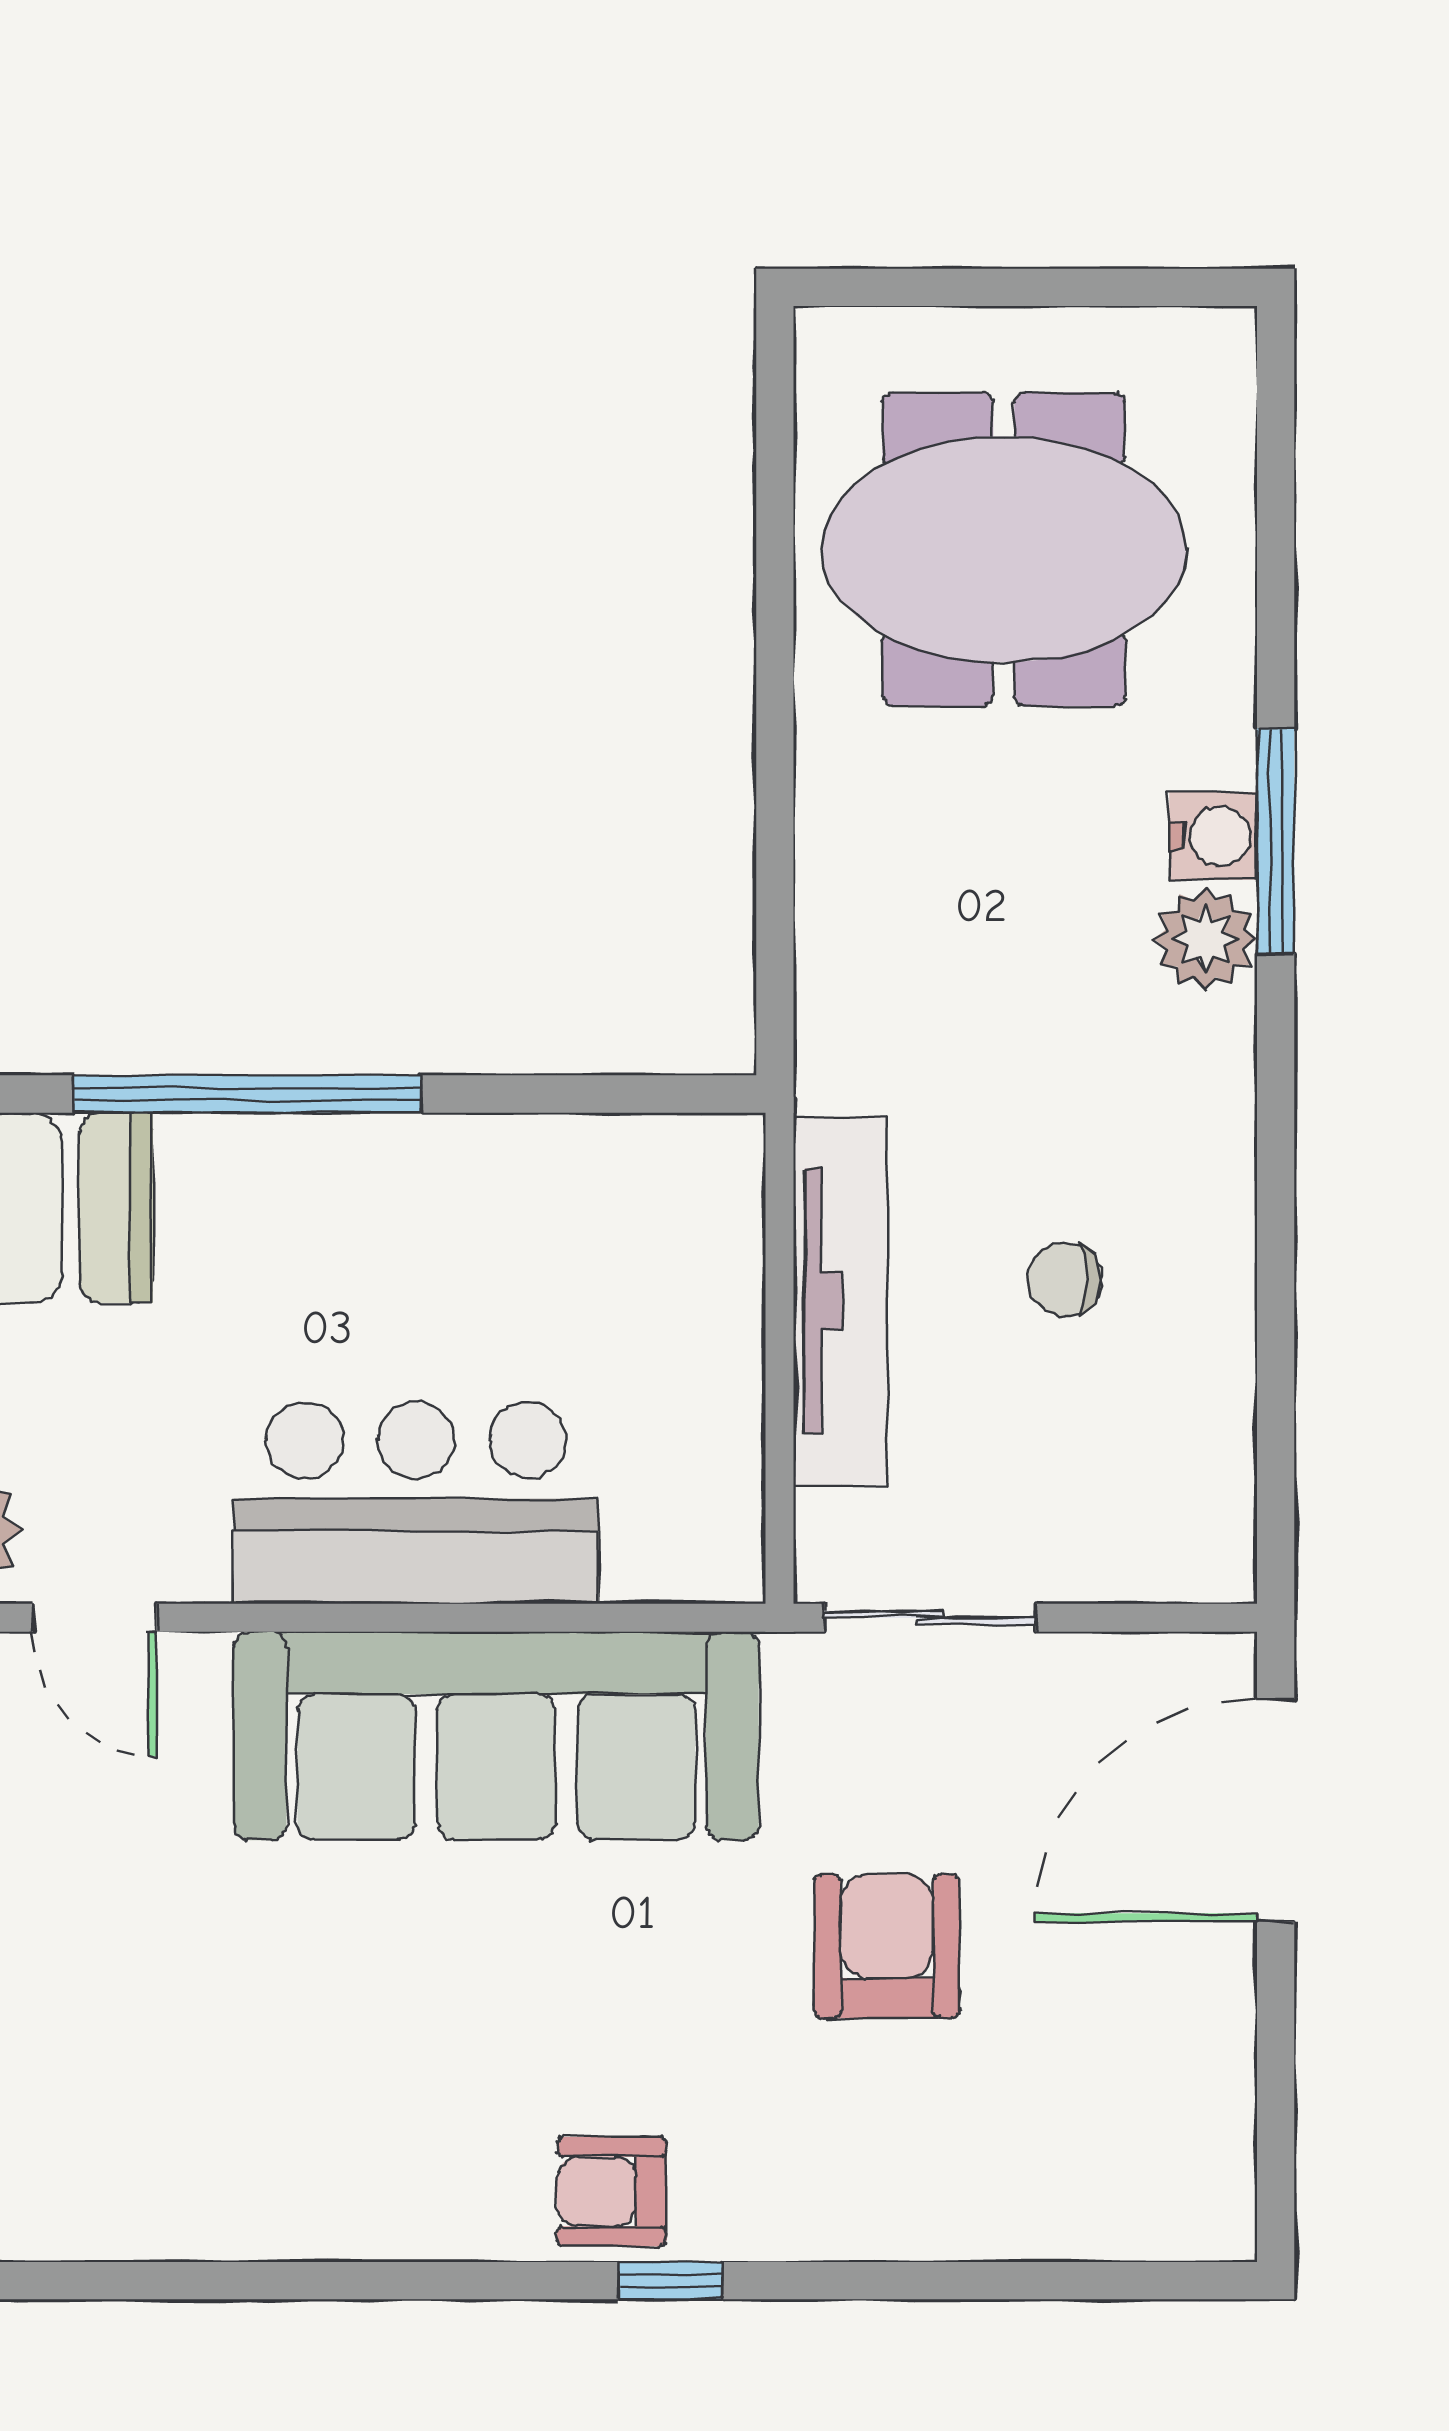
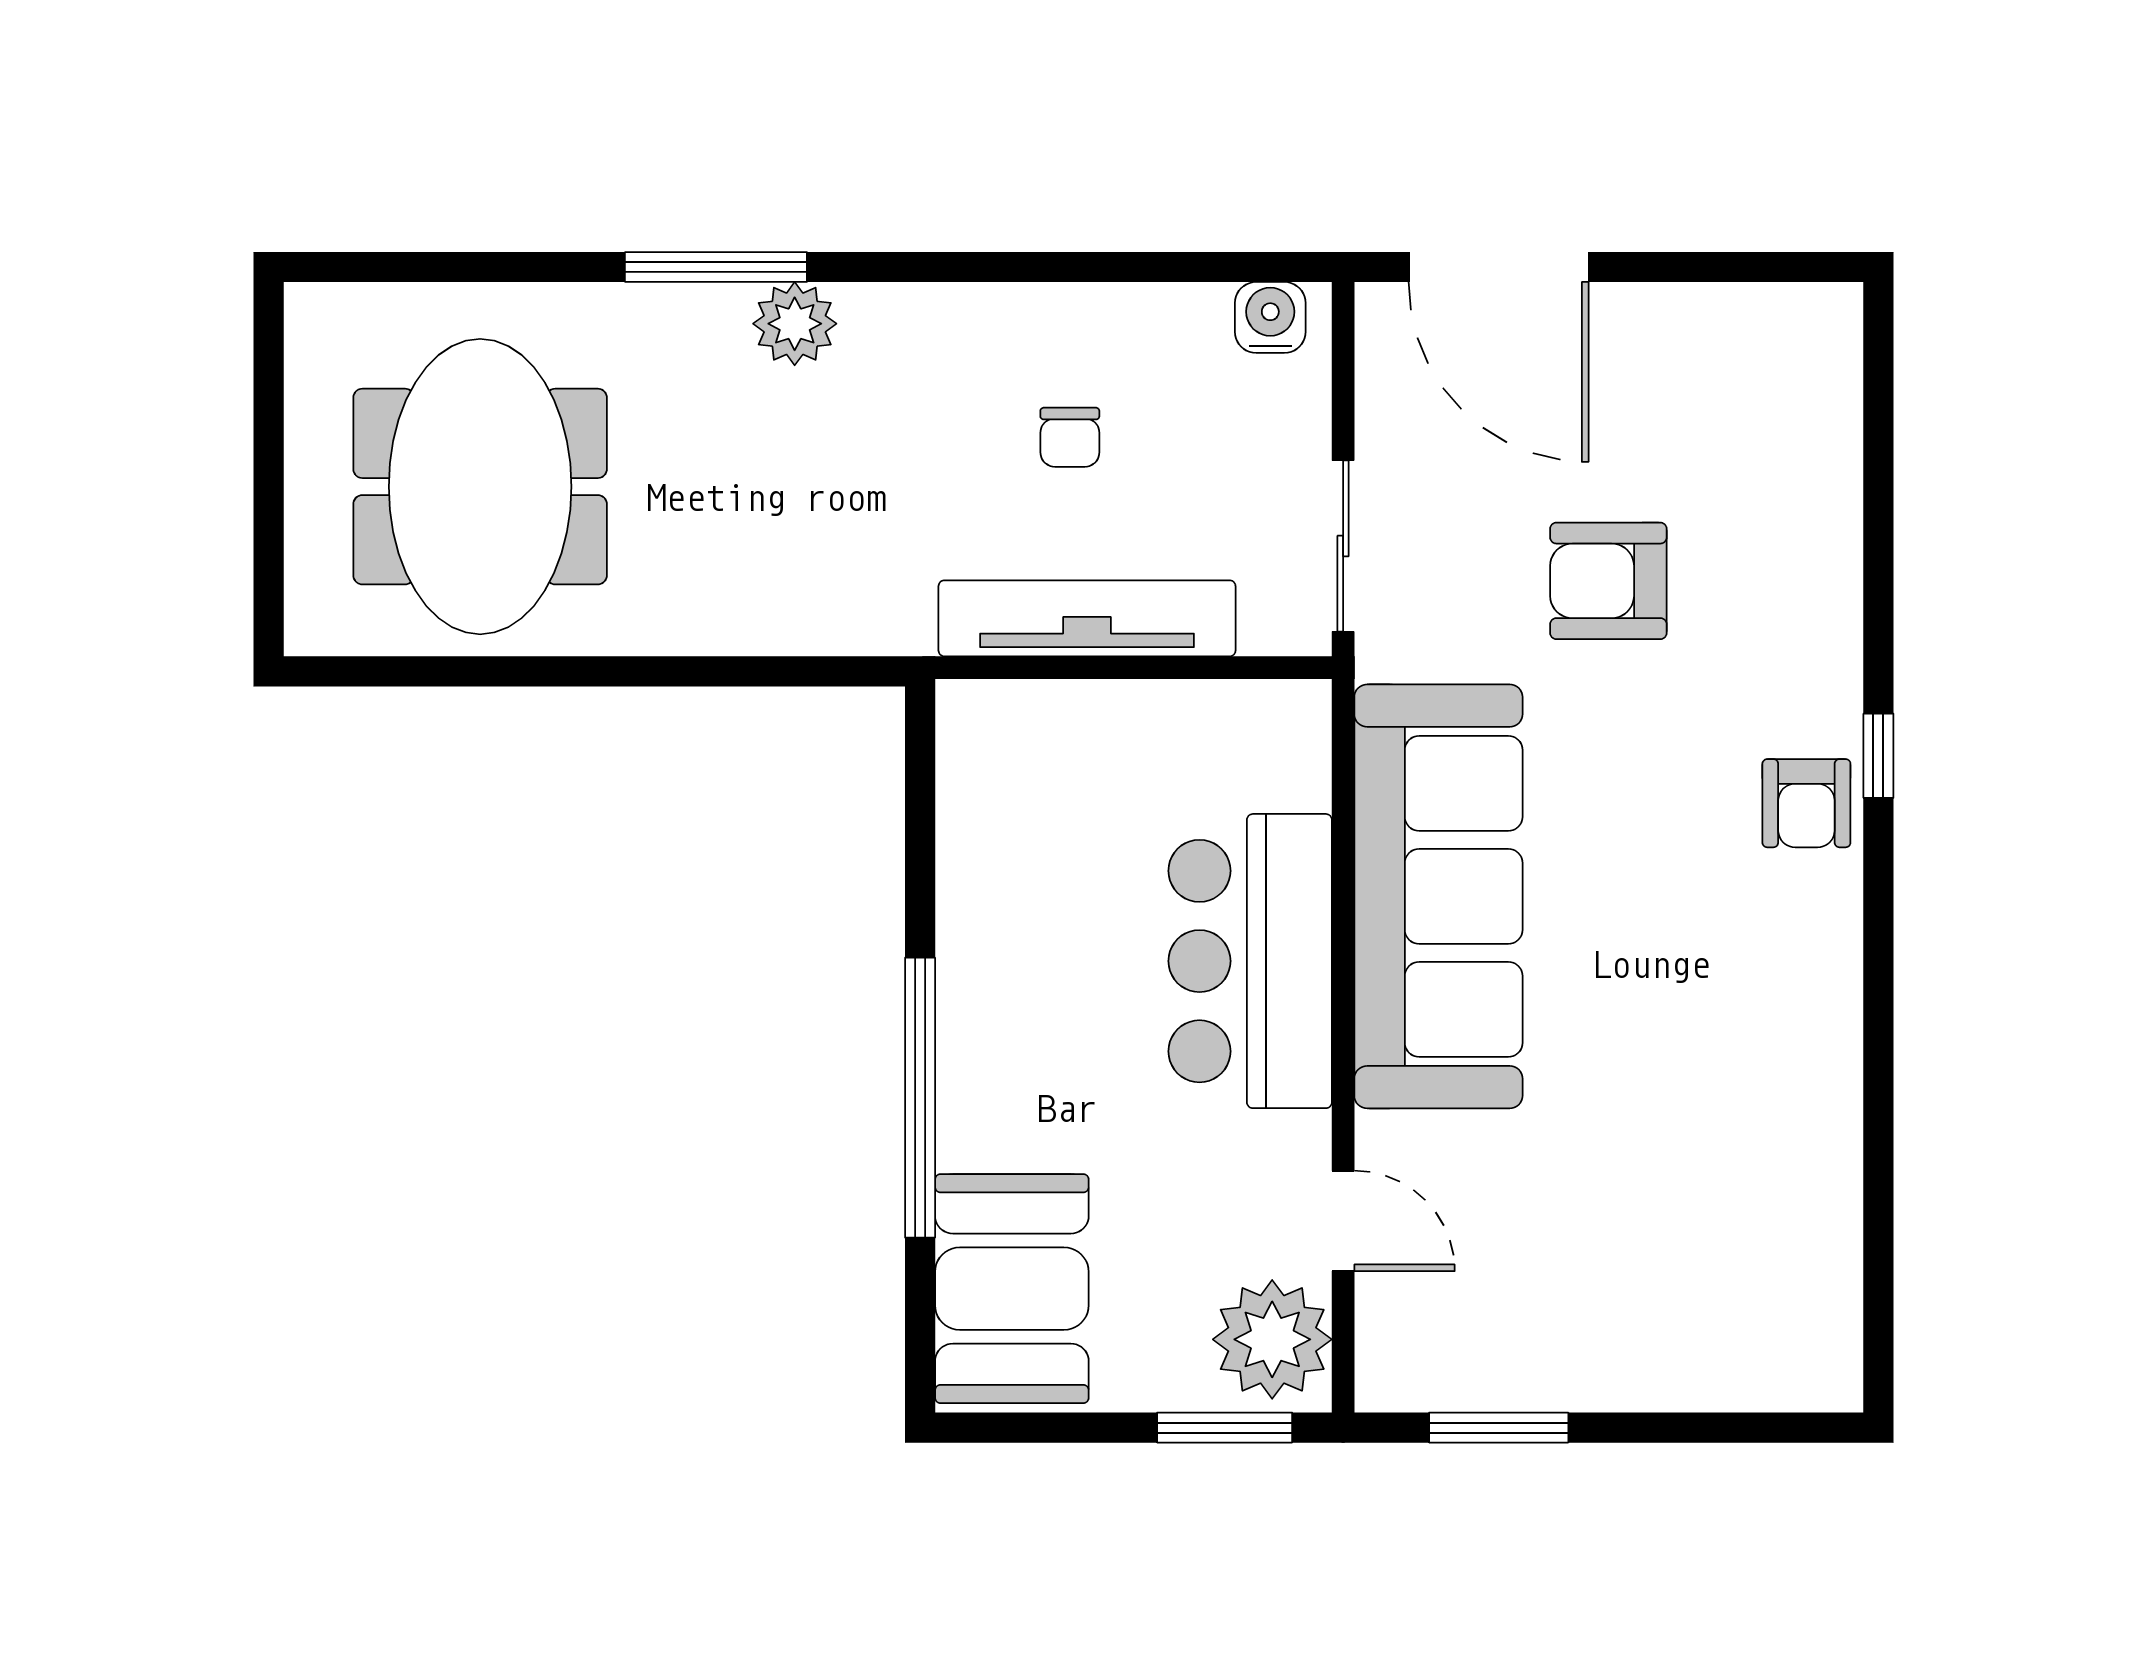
water cooler: (1213, 836) -> (1270, 317), moved
door: (94, 1618) -> (1343, 1221), hinge flipped

